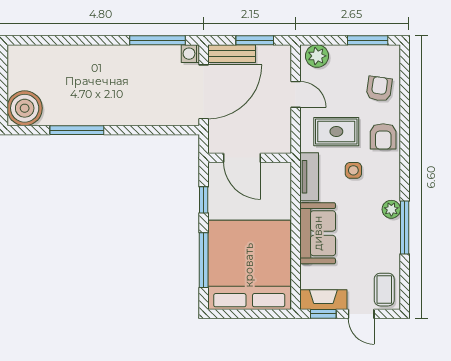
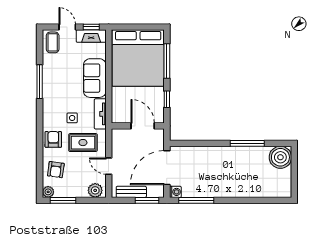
window: (255, 40) -> (147, 200), moved
bench: (232, 54) -> (131, 192), moved
plant: (391, 209) -> (48, 192), moved

